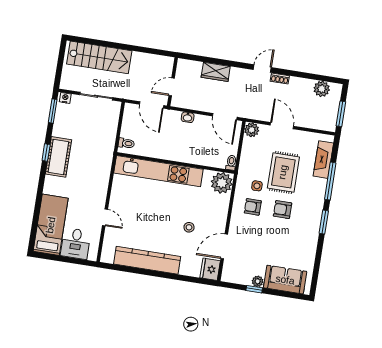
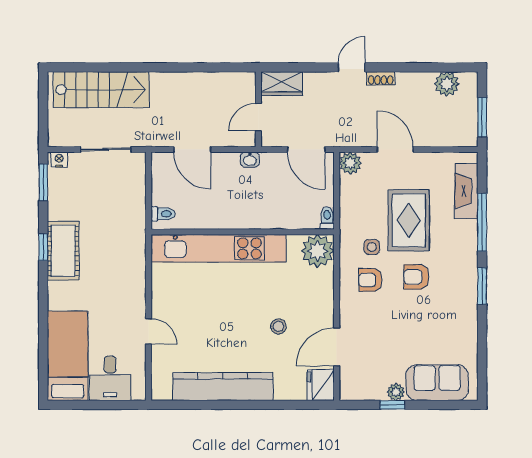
wall: (172, 82) -> (258, 109), moved
door: (172, 87) -> (258, 117), moved

